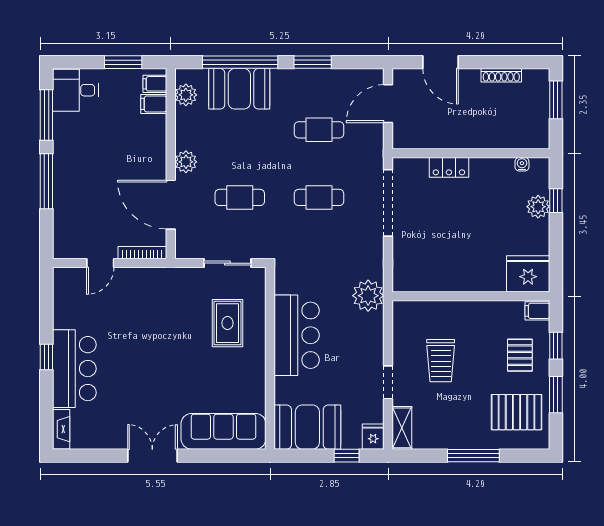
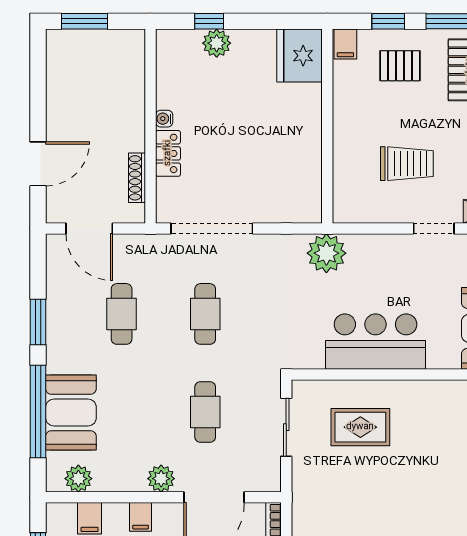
shoe rack: (501, 75) -> (137, 178), moved, turned 180
filing cabinet: (155, 84) -> (141, 517), moved
water cooler: (522, 164) -> (164, 119), moved

